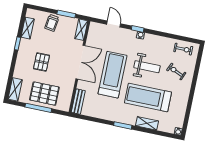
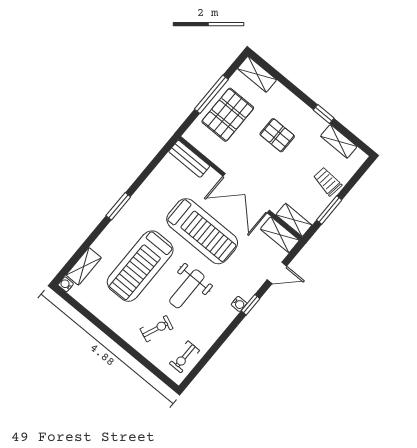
shelving: (93, 33) -> (280, 235), added
treadmill: (148, 97) -> (140, 266), turned 180
shelving: (147, 123) -> (84, 266), moved

